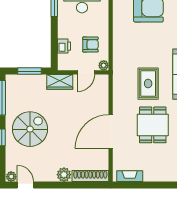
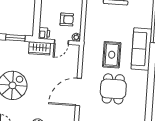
printer: (64, 46) -> (44, 33), moved

